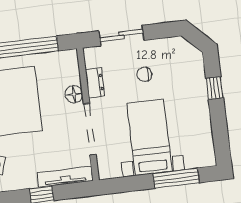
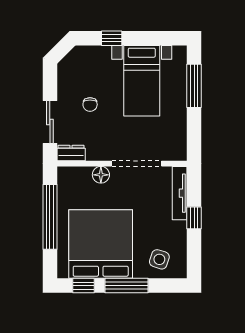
dresser: (95, 83) -> (71, 153), moved
bed with nightstands: (150, 137) -> (142, 81), moved, turned -90

